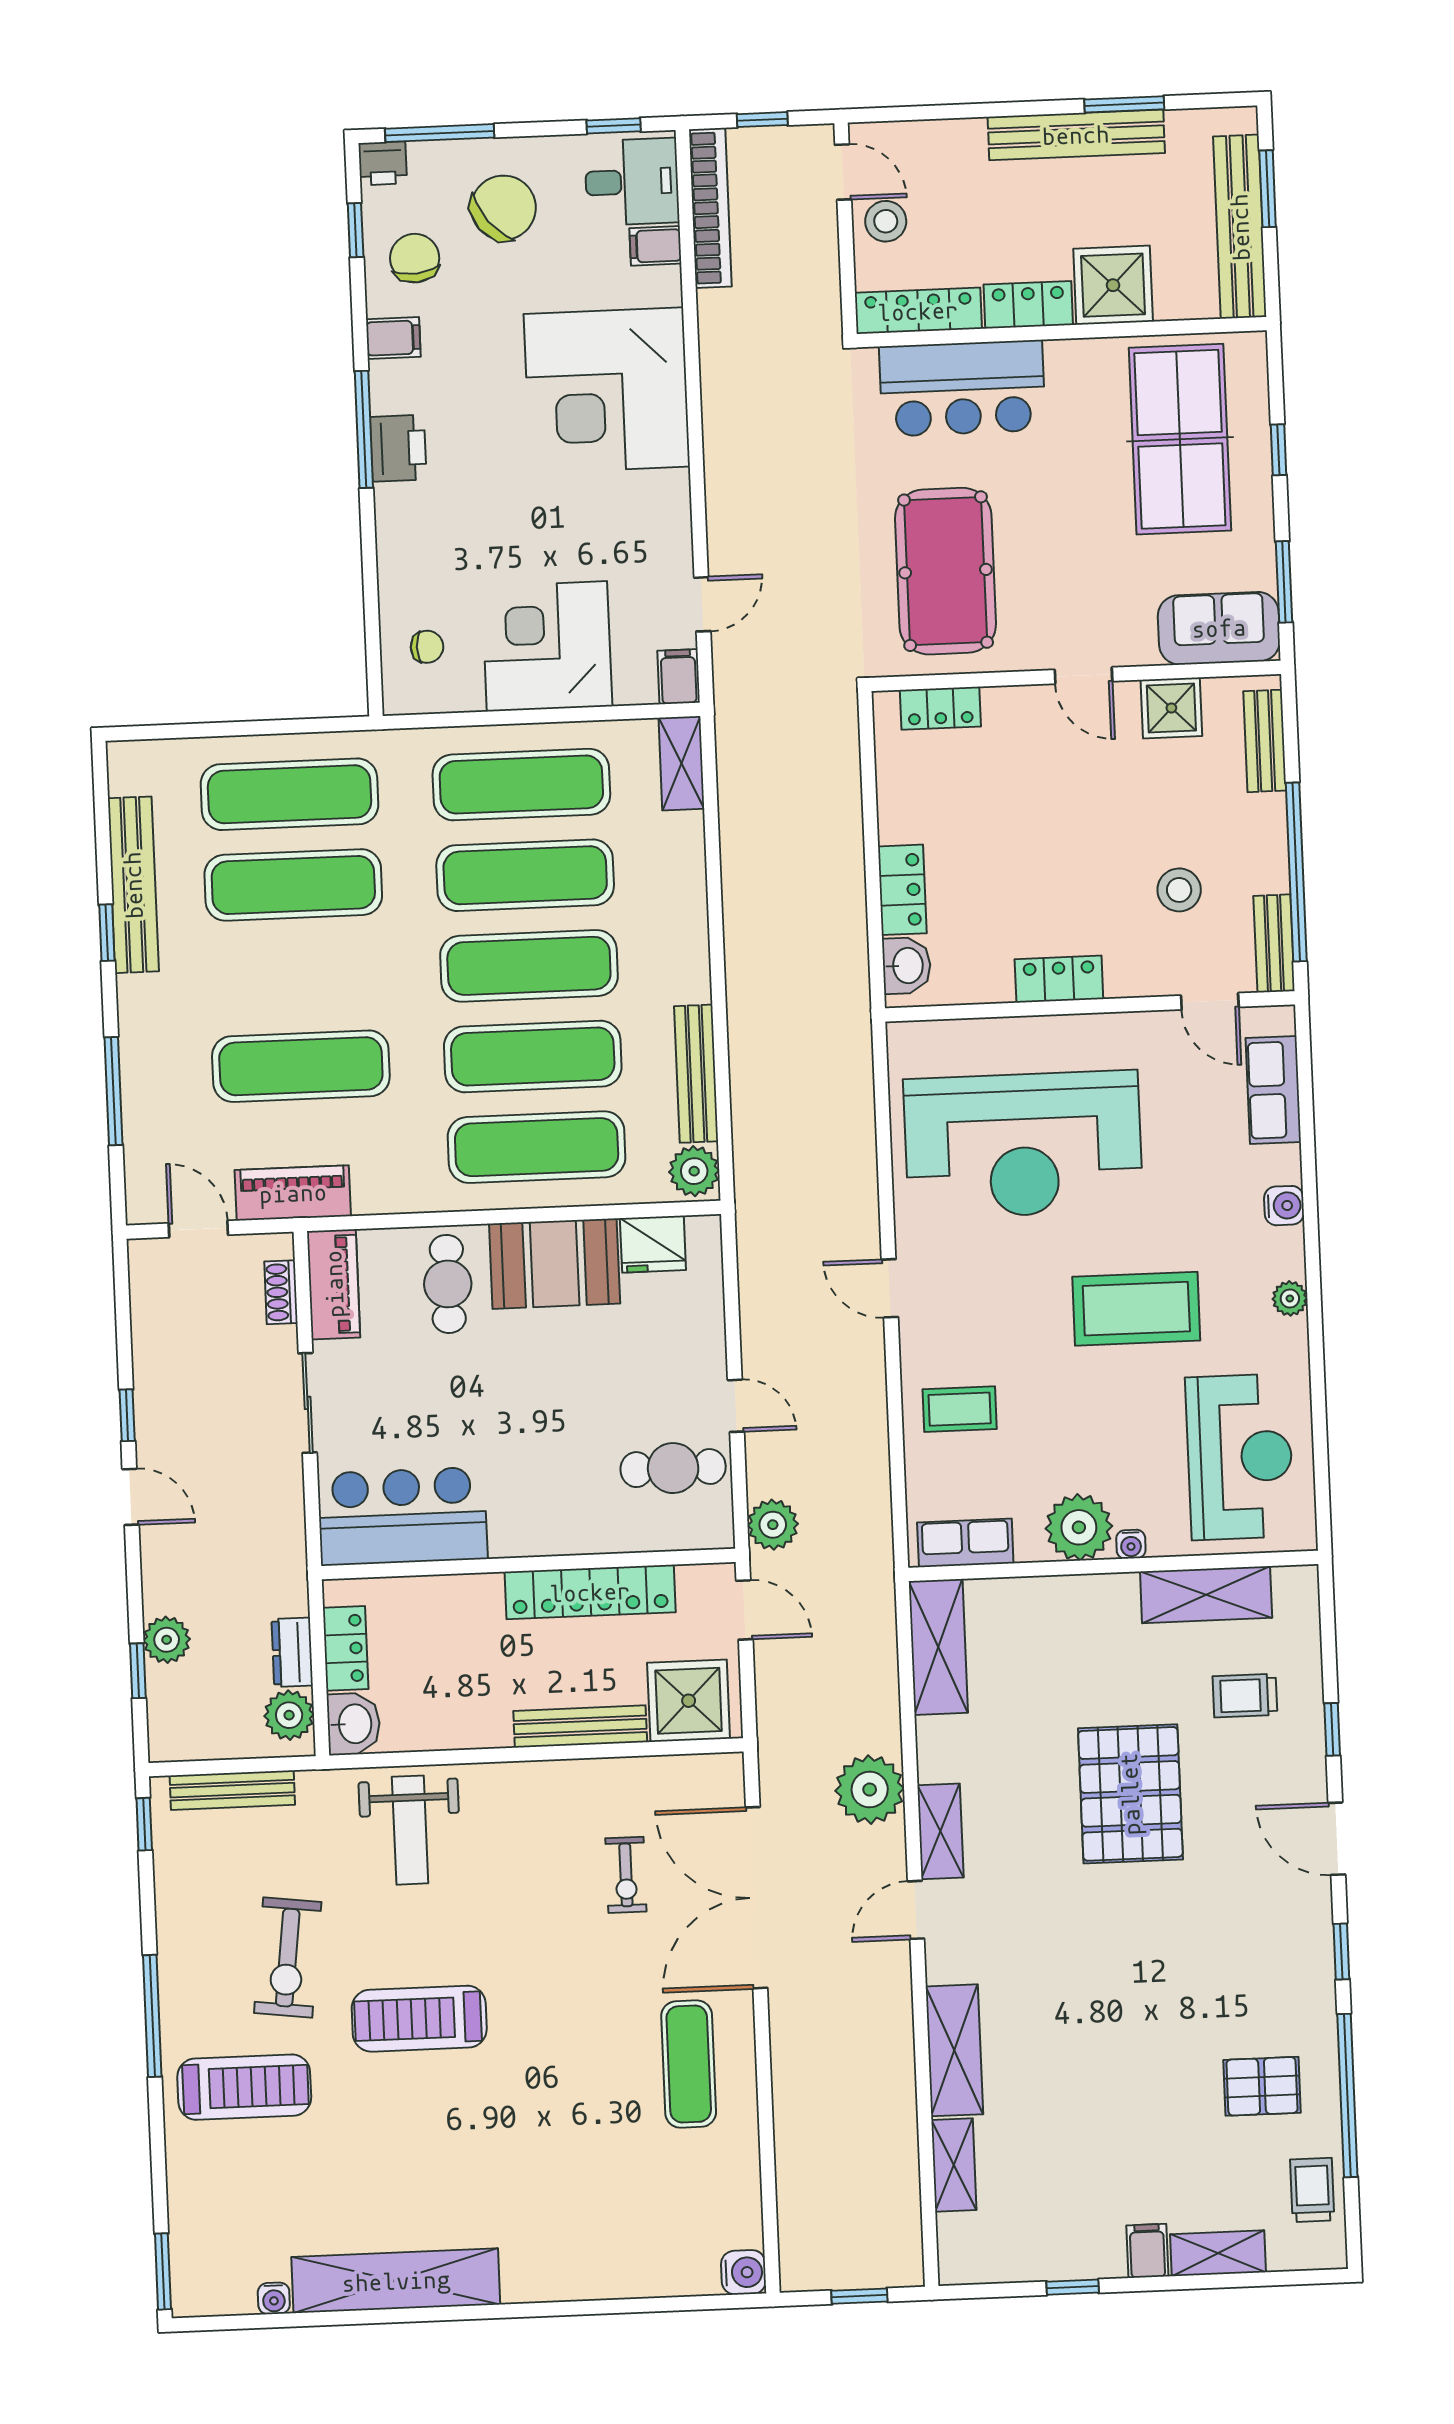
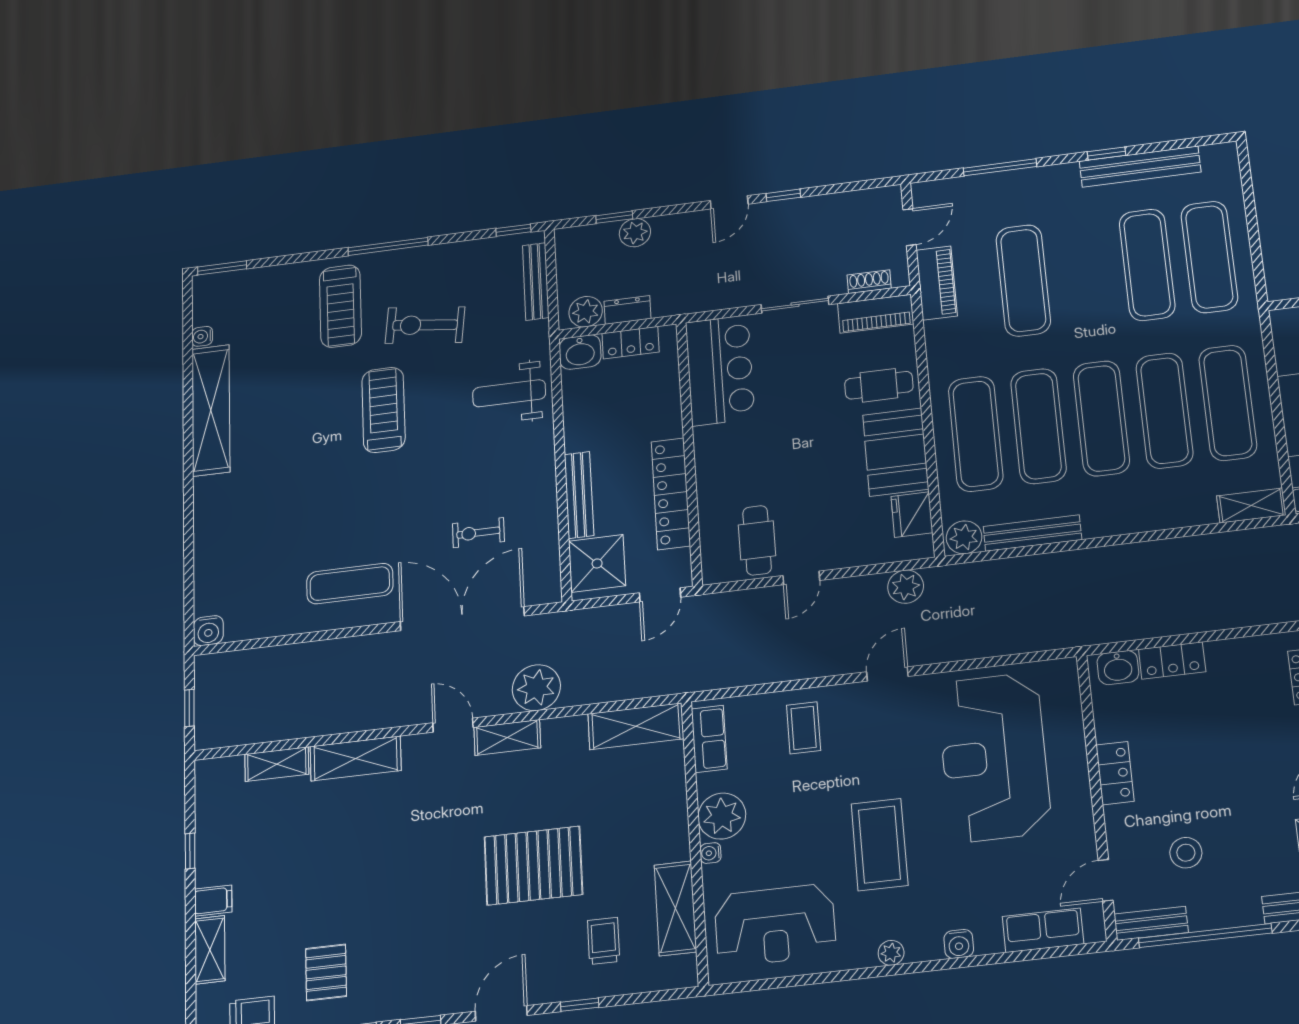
plant: (773, 1525) -> (906, 587), moved

